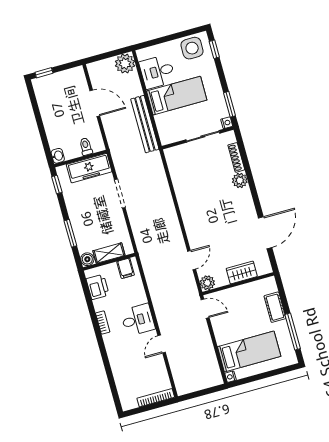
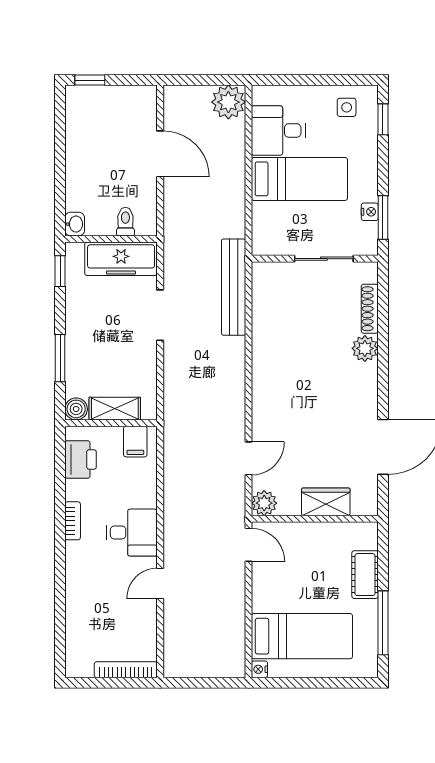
side table: (192, 48) -> (347, 107), width x0.54, depth x0.54
nightstand: (227, 123) -> (370, 212), moved
bench: (145, 124) -> (234, 287), moved

